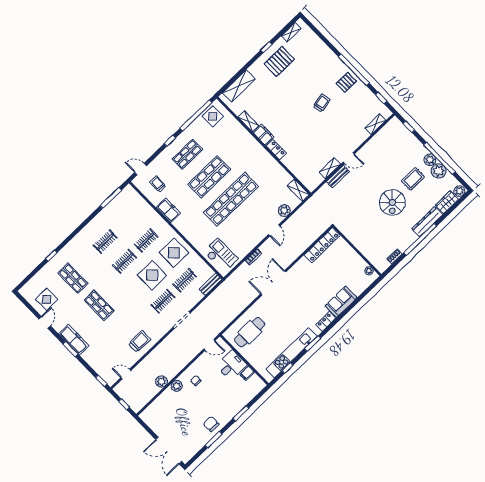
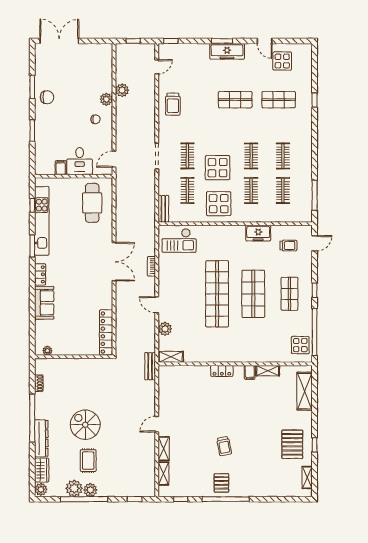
filing cabinet: (263, 135) -> (250, 372), width x0.50
shelving: (330, 168) -> (164, 449), moved
bench: (338, 177) -> (150, 366), moved
clothes rail: (127, 221) -> (283, 190), added

